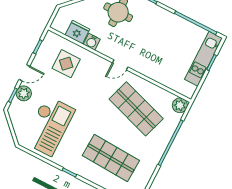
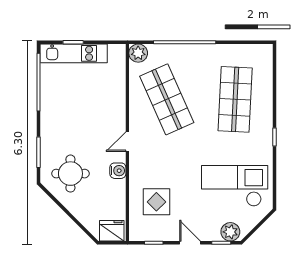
fridge: (77, 32) -> (112, 231), moved, turned 90
water cooler: (92, 42) -> (118, 171), moved
door: (120, 65) -> (127, 142), swing flipped
plant: (24, 93) -> (230, 232), moved
shop shelf: (136, 109) -> (167, 99), turned -42

